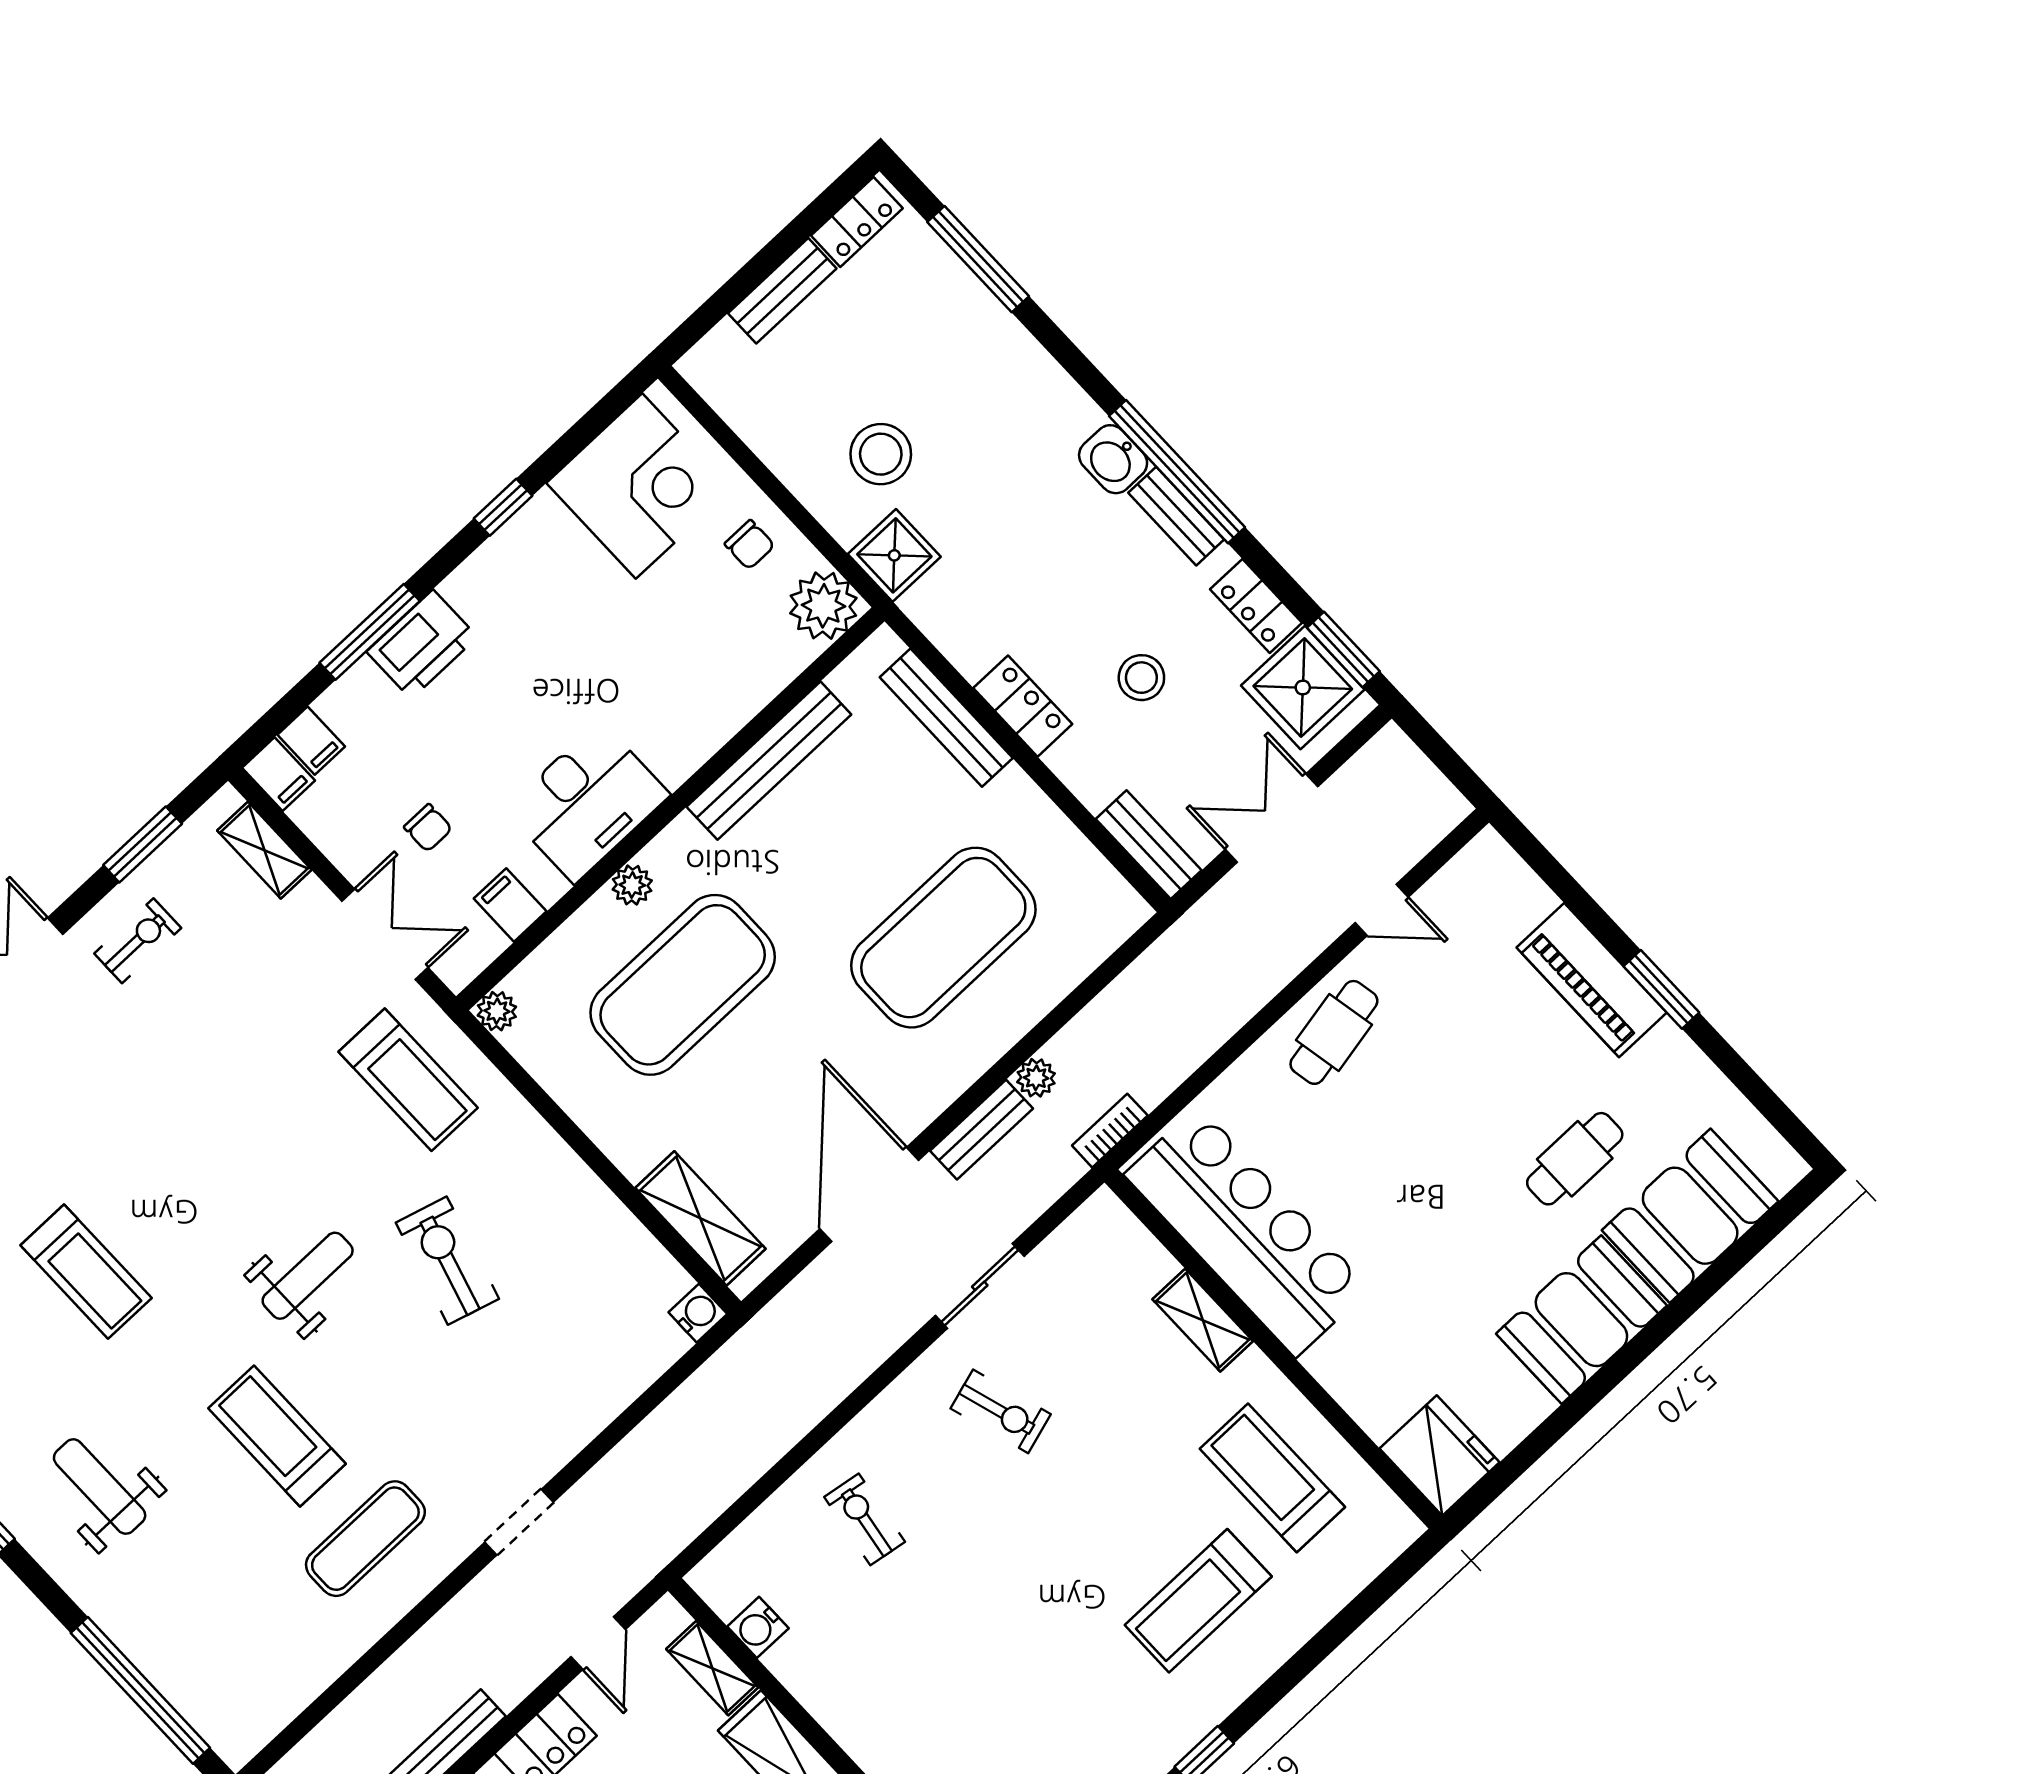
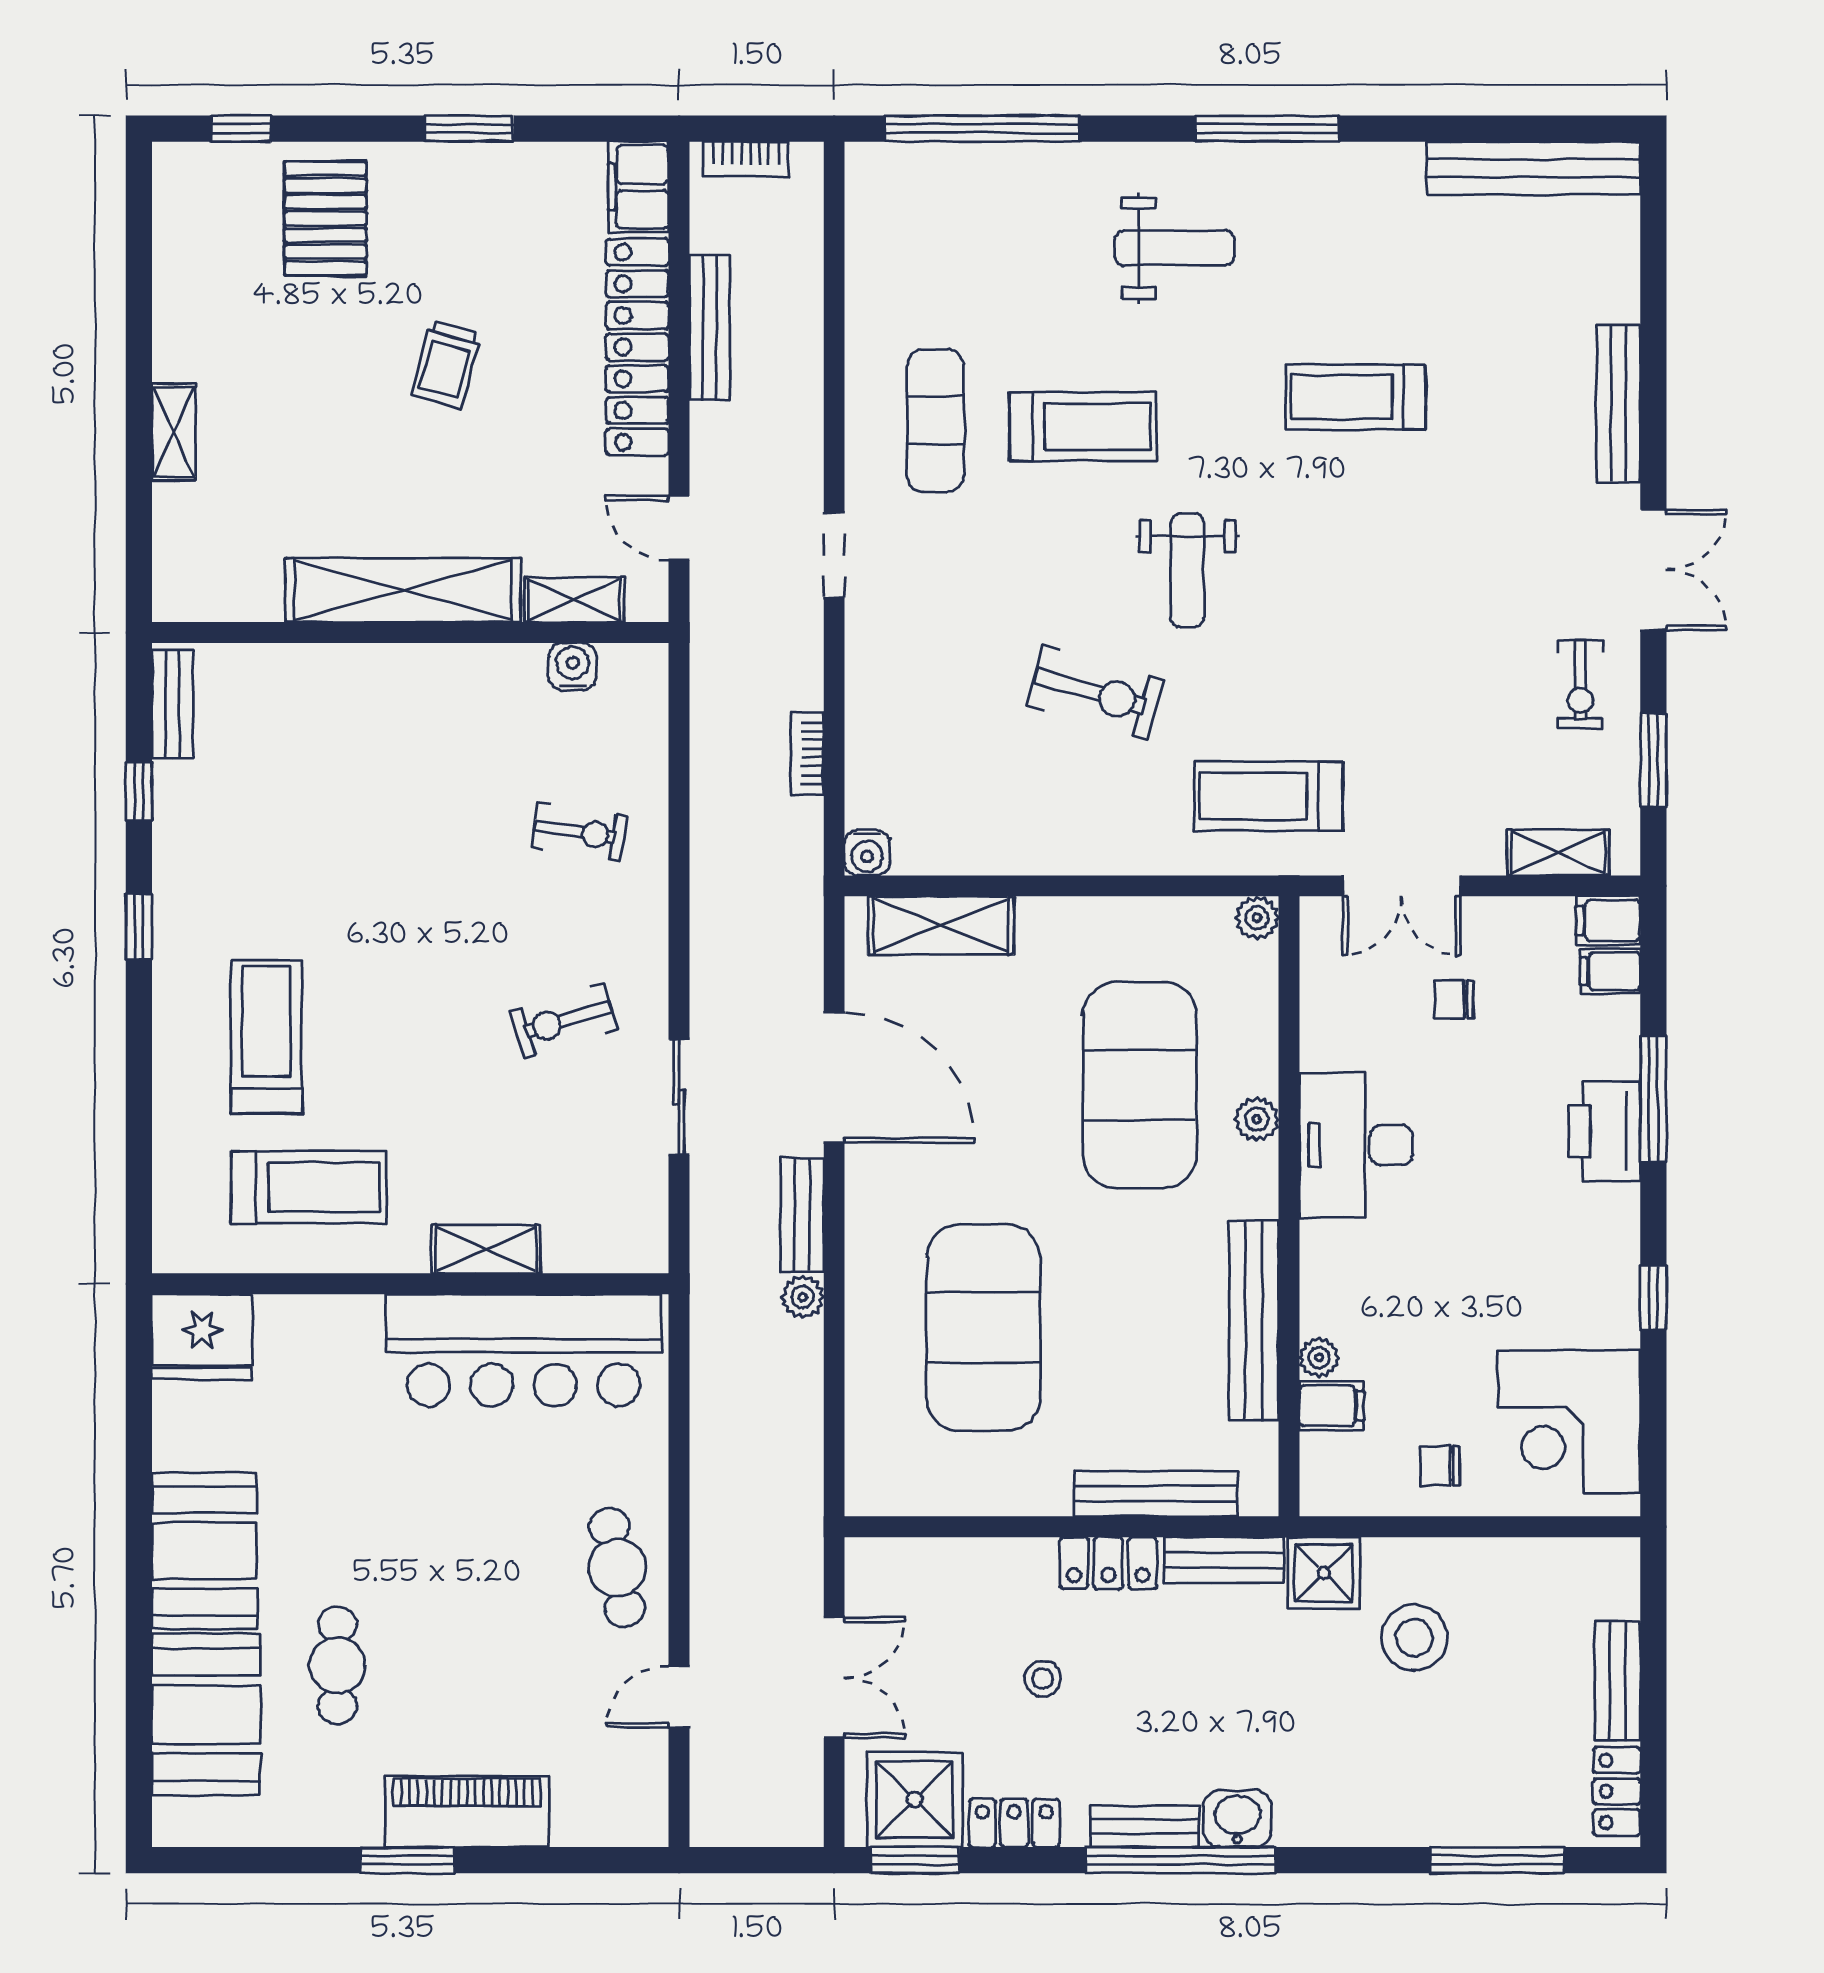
plant: (823, 606) -> (1319, 1358), moved, width x0.53, depth x0.53
stool: (1141, 678) -> (1043, 1679), width x0.73, depth x0.73
bench: (1149, 845) -> (1224, 1560), moved
filing cabinet: (510, 905) -> (1332, 1406), moved
bookcase: (1110, 1131) -> (807, 753), moved, turned 180

